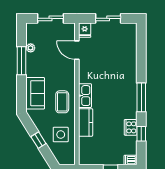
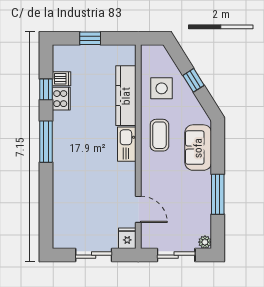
plant: (31, 48) -> (205, 242), moved
kitchen counter: (86, 122) -> (126, 96), width x1.50
dishwasher: (130, 160) -> (62, 79), moved

